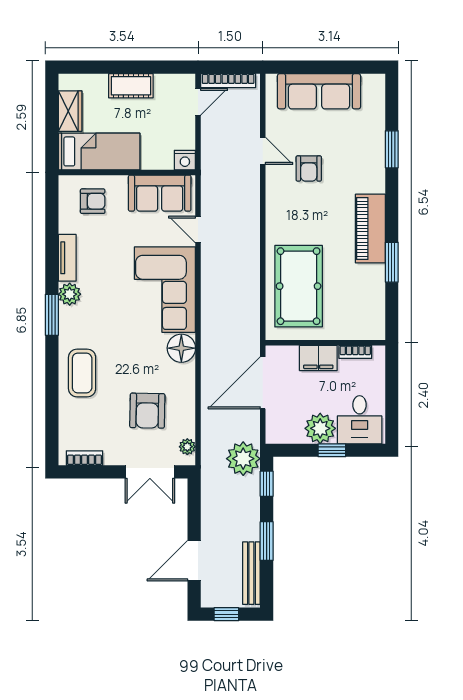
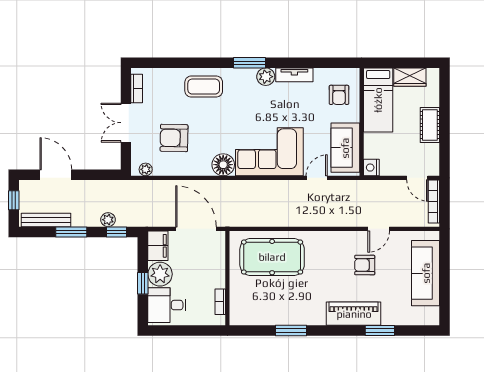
piano: (370, 229) -> (354, 314), moved
filing cabinet: (318, 358) -> (158, 246), moved, turned 180
plant: (243, 459) -> (108, 220), moved, width x0.53, depth x0.53
double door: (150, 472) -> (126, 123), moved

